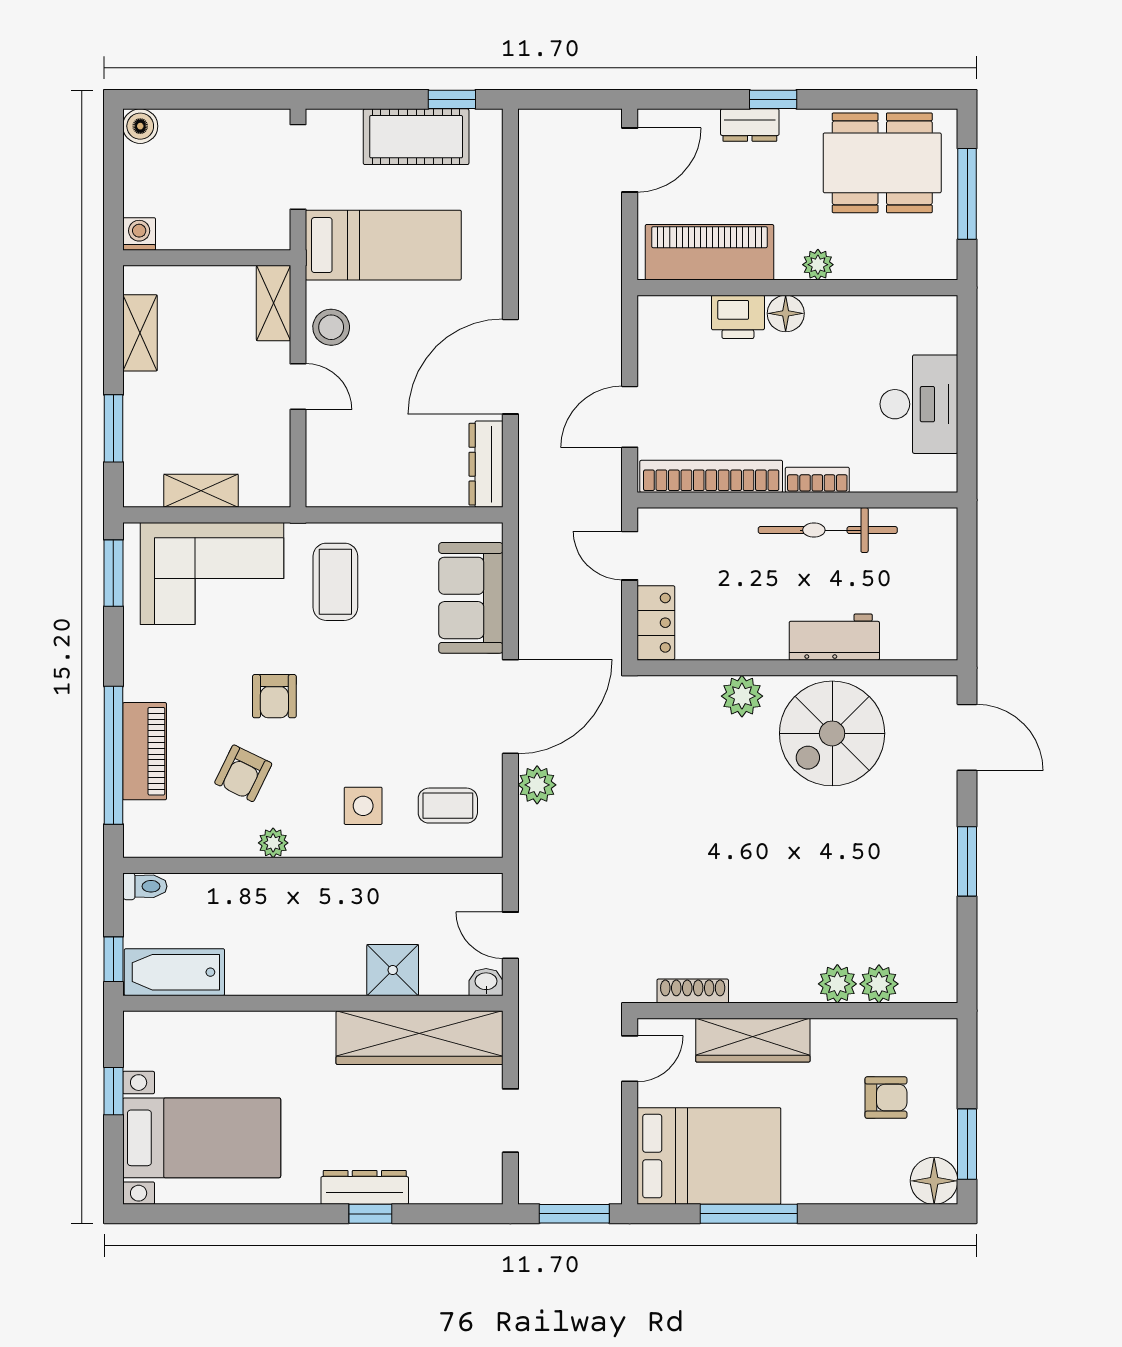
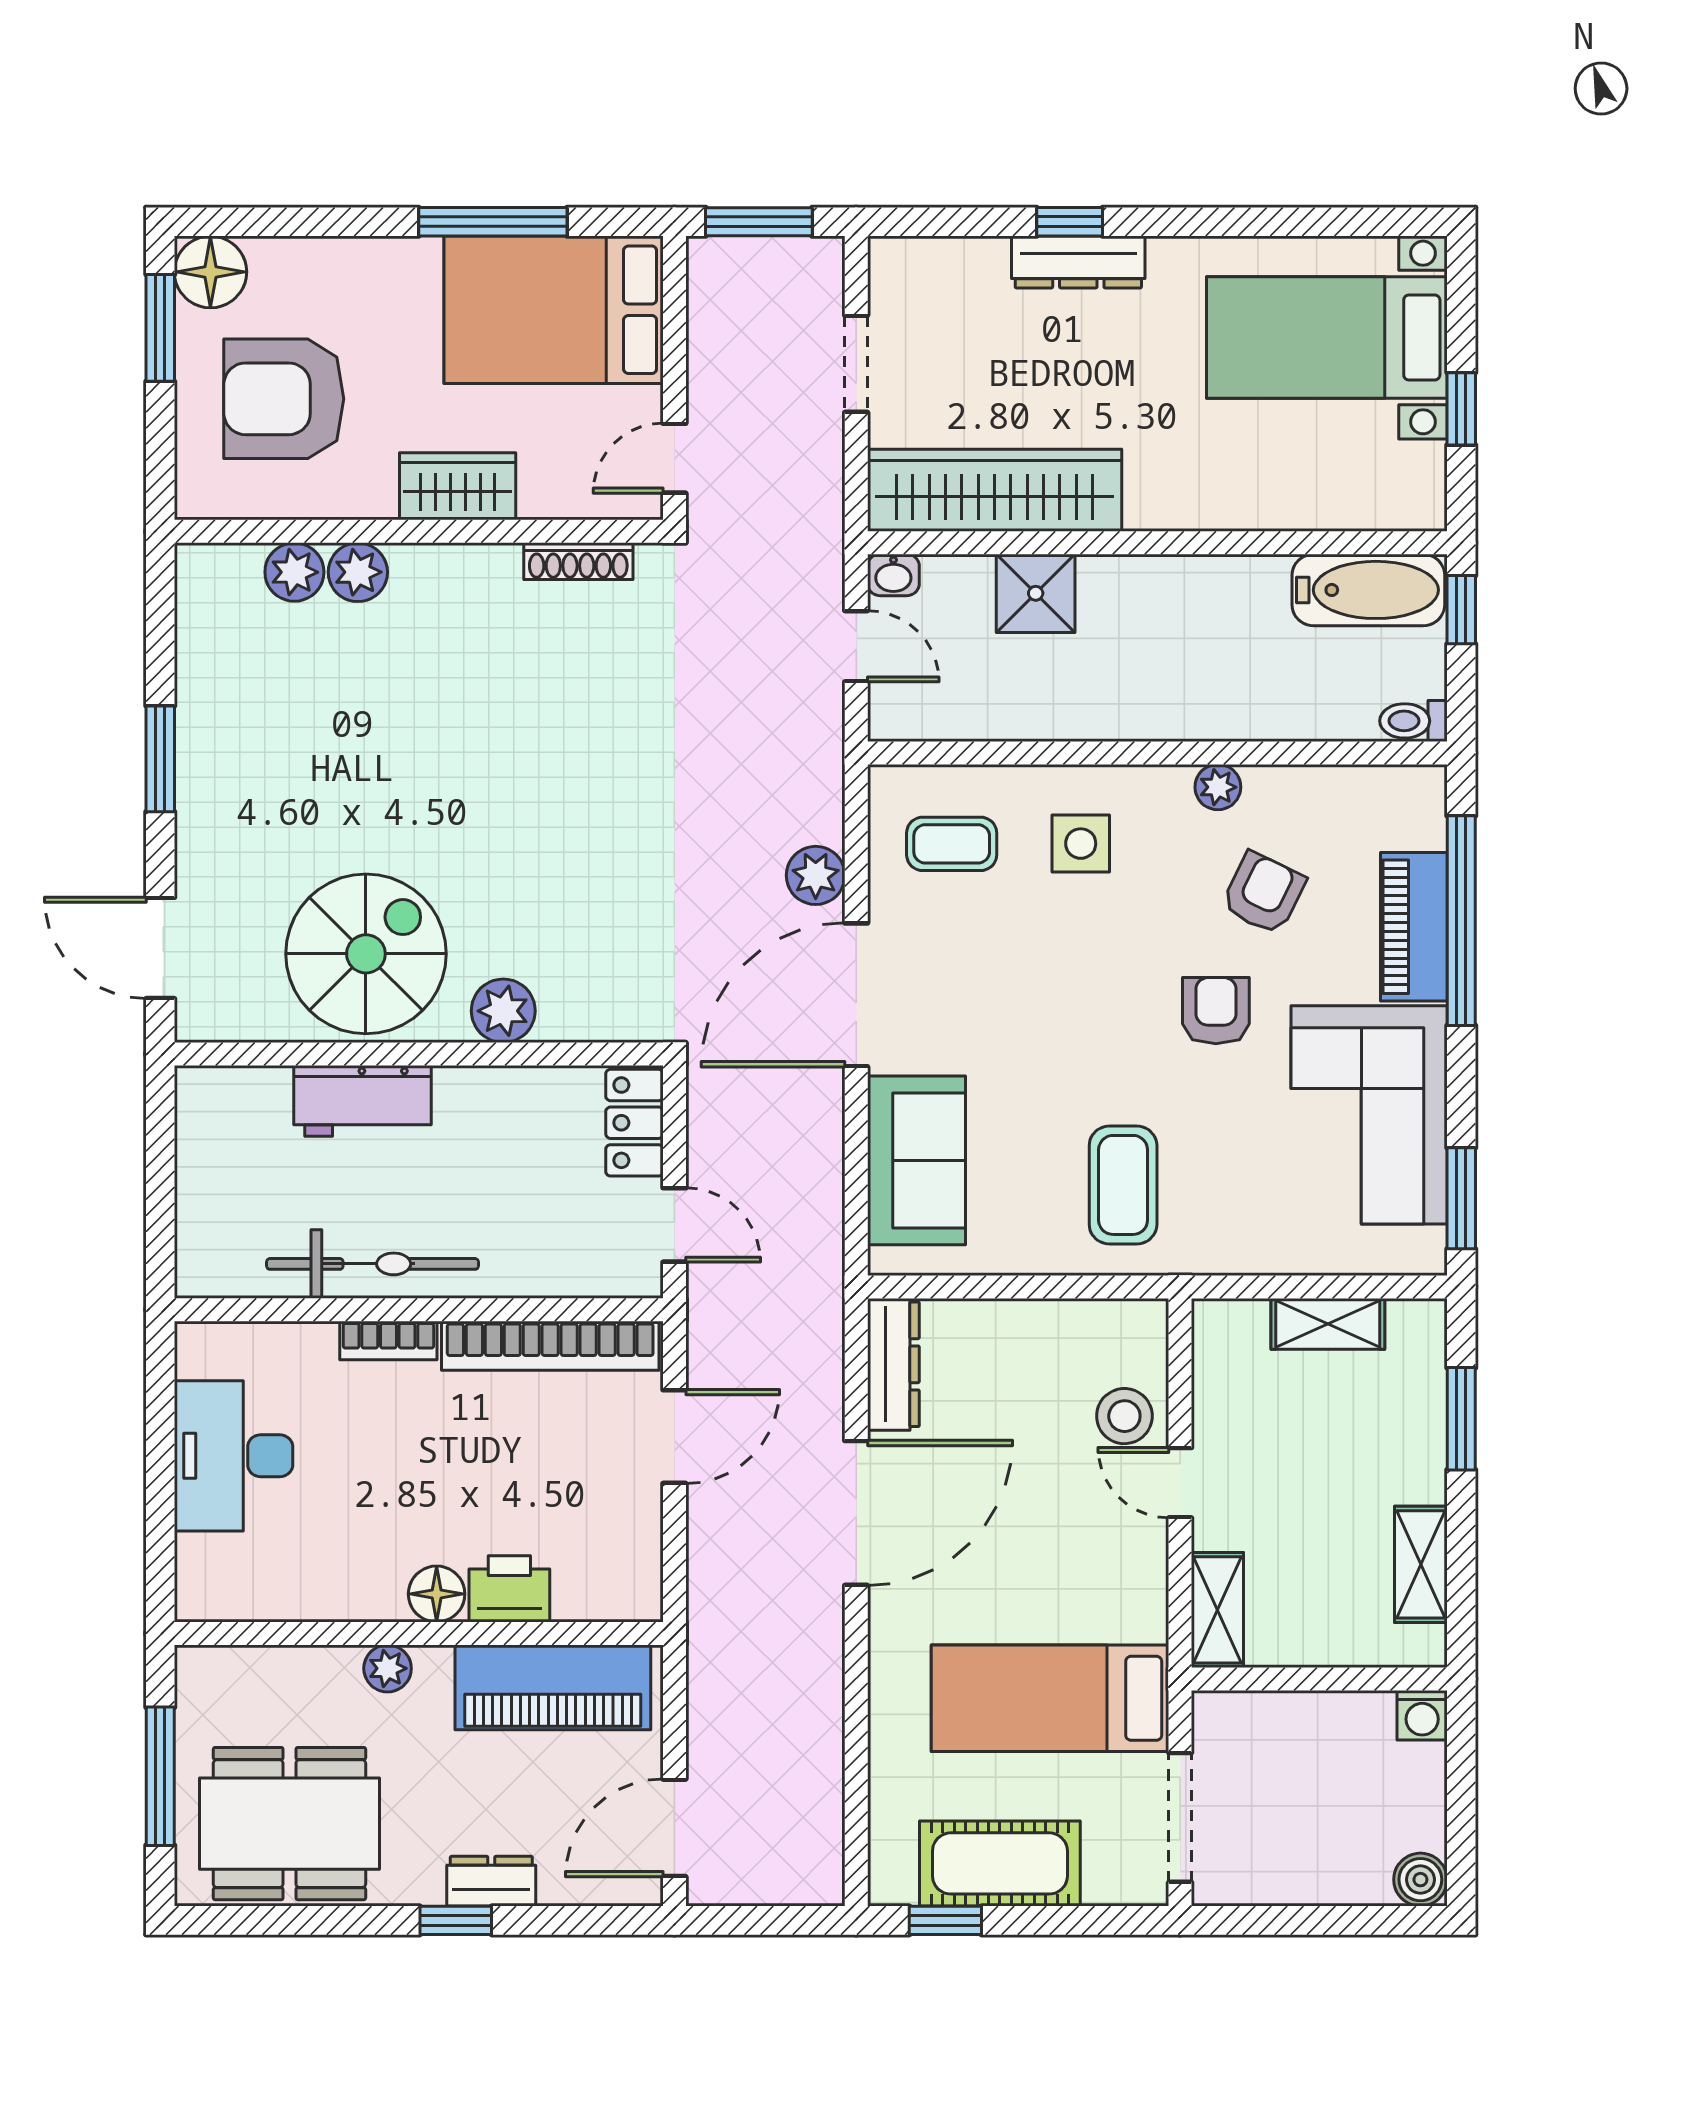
stool: (331, 327) -> (1124, 1416), moved
corner sofa: (212, 574) -> (1369, 1115), moved, turned -90
wardrobe: (753, 1040) -> (458, 486), width x0.67
armchair: (886, 1098) -> (284, 399), width x1.88, depth x1.88

